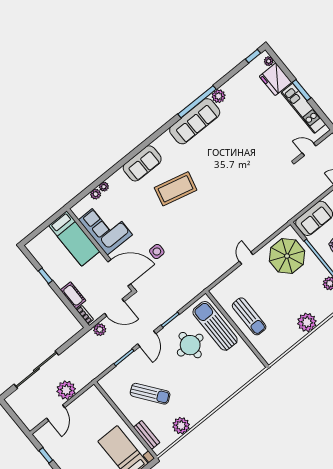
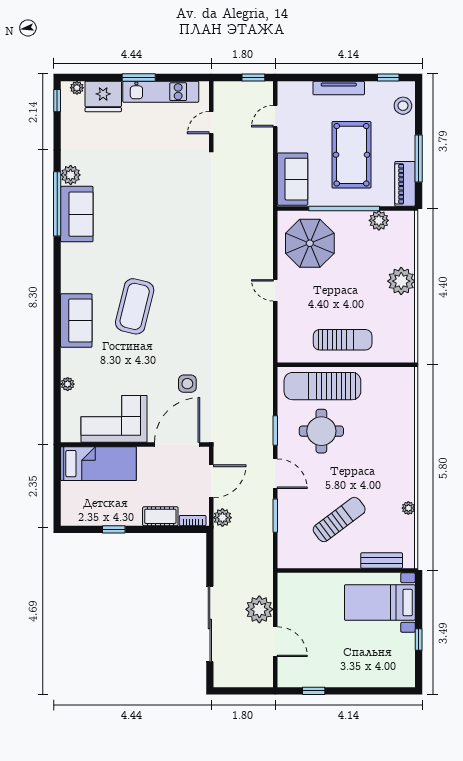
sofa: (195, 121) -> (77, 214), width x0.73
plant: (96, 194) -> (68, 400), removed
plant: (181, 426) -> (408, 508), width x0.53, depth x0.53

